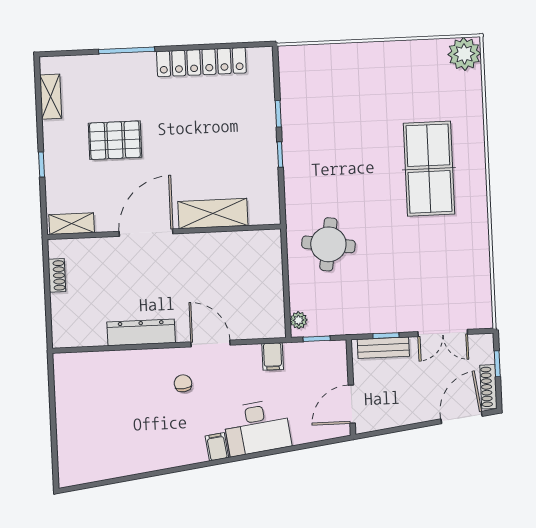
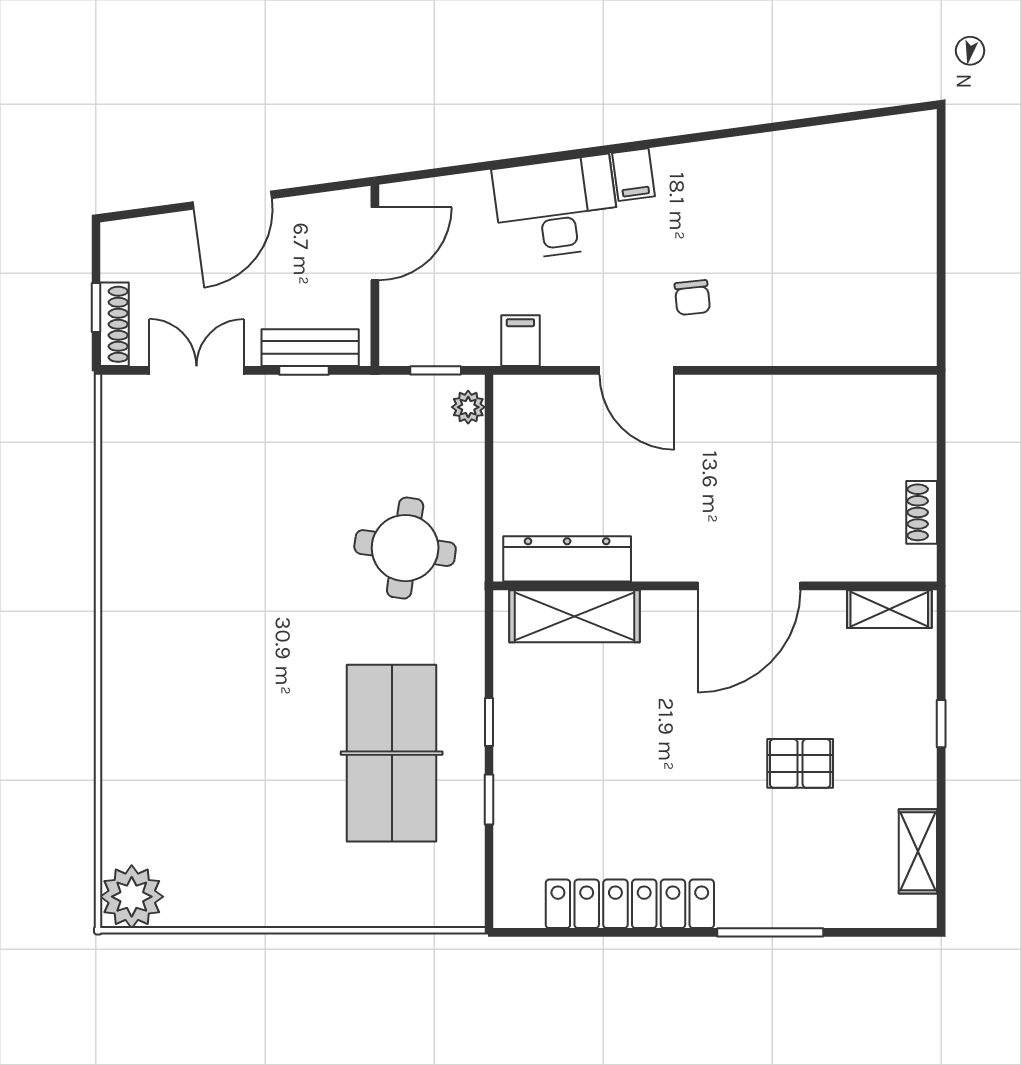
pallet: (115, 140) -> (800, 763), width x0.67, depth x0.71
table tennis table: (429, 169) -> (392, 753), moved
shelving: (213, 214) -> (574, 616), moved
dresser: (141, 332) -> (567, 559), moved, turned 180
shoe rack: (489, 387) -> (114, 324), moved
door: (462, 418) -> (232, 200), moved

